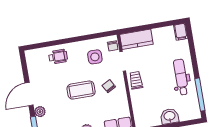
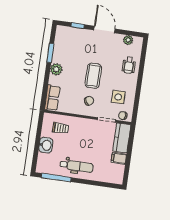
filing cabinet: (181, 32) -> (119, 158), moved
trolley: (136, 80) -> (61, 128), moved
plant: (40, 112) -> (128, 40), moved

